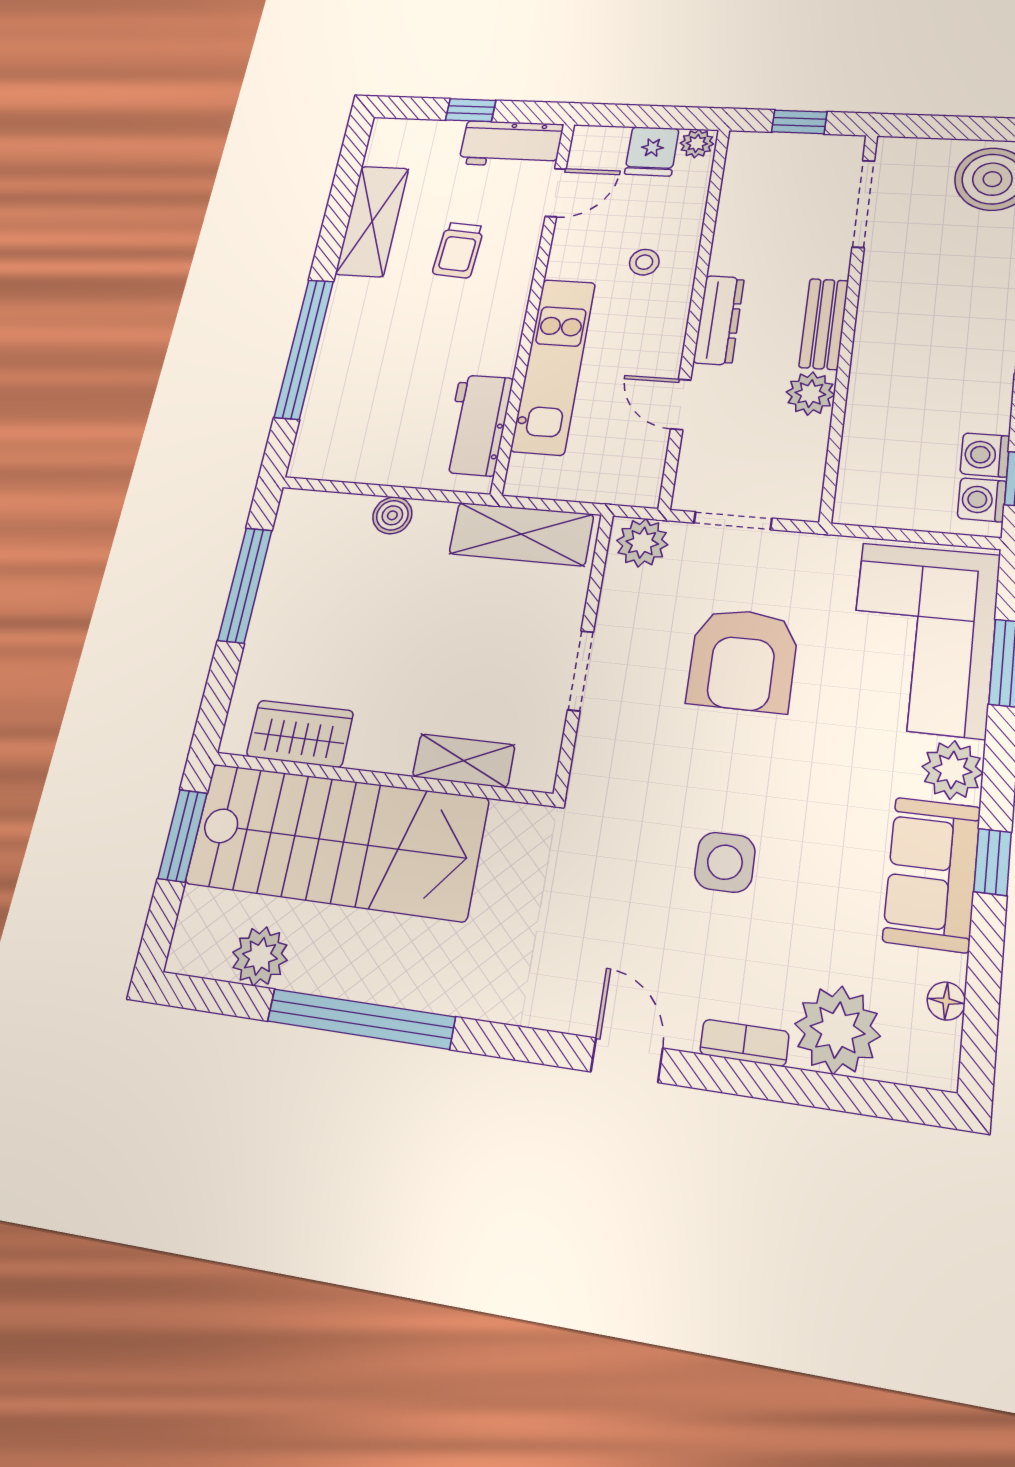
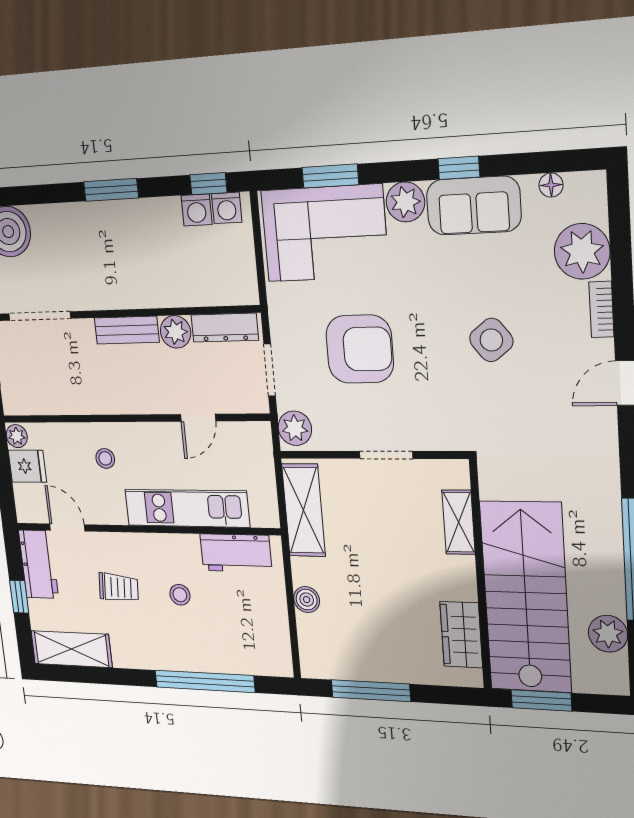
shelving: (372, 221) -> (71, 649), moved
dresser: (719, 320) -> (225, 328), moved, turned 180
stool: (432, 335) -> (180, 595), added
side table: (725, 862) -> (491, 340), turned -38

